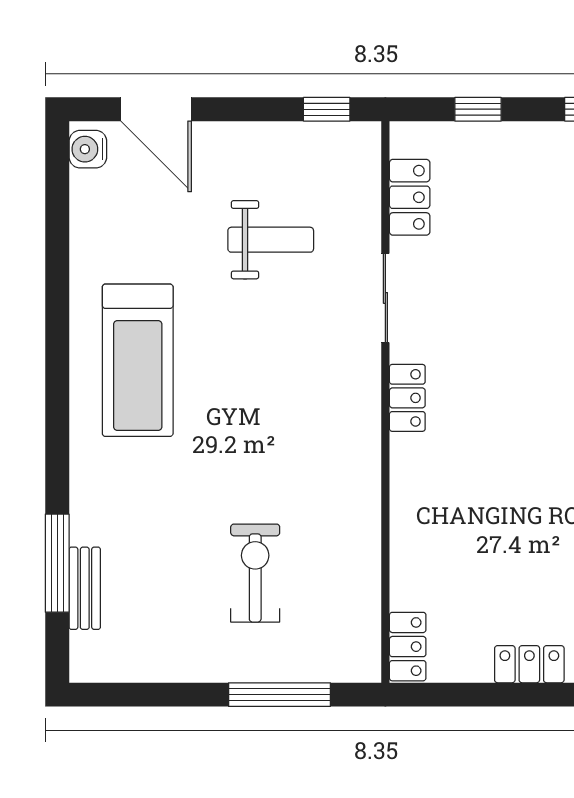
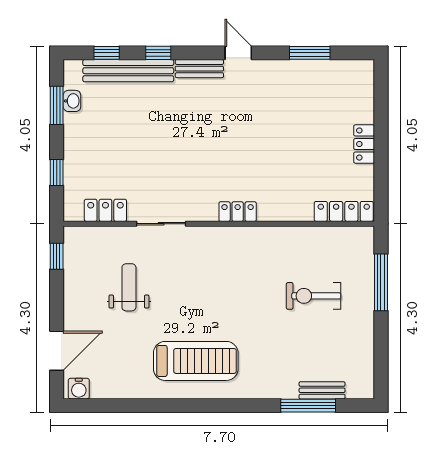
locker: (407, 398) -> (238, 212), moved
locker: (408, 647) -> (344, 211), width x1.53

